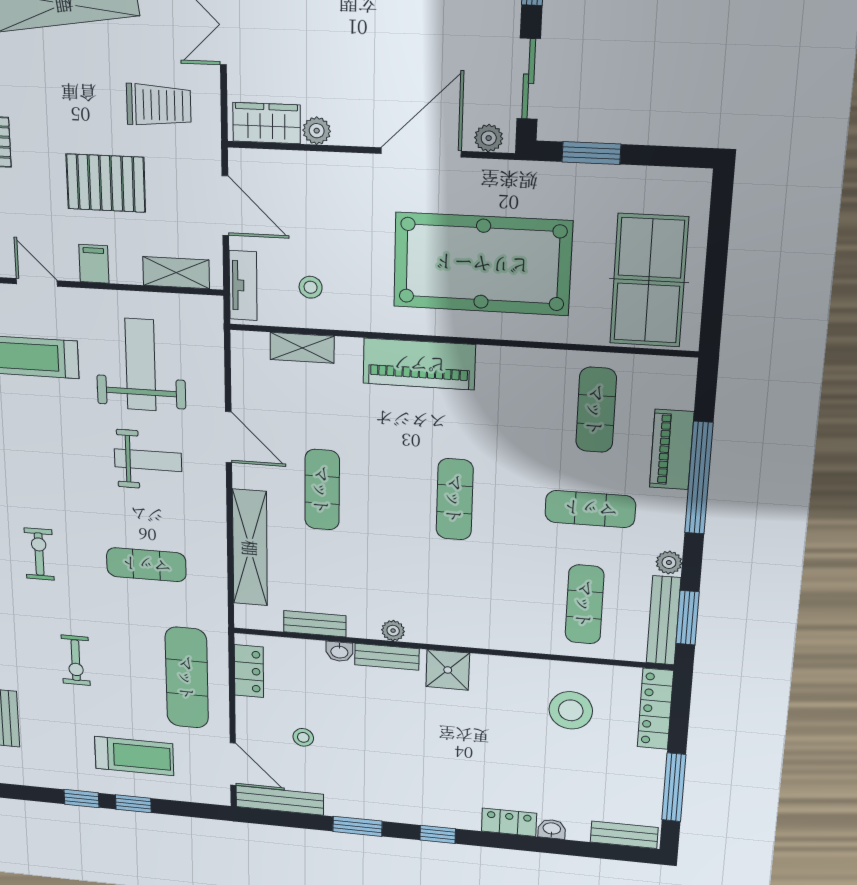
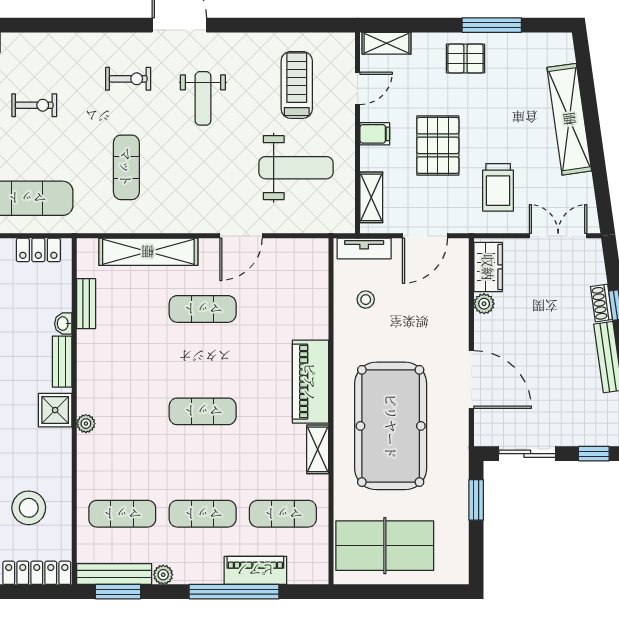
plant: (489, 138) -> (484, 427), removed
shelving: (302, 348) -> (318, 449), moved
weight bench: (148, 460) -> (203, 98), moved
exercise mat: (590, 509) -> (203, 514), turned 90
plant: (393, 631) -> (86, 424), moved
exercise bike: (76, 660) -> (34, 105), turned 180

